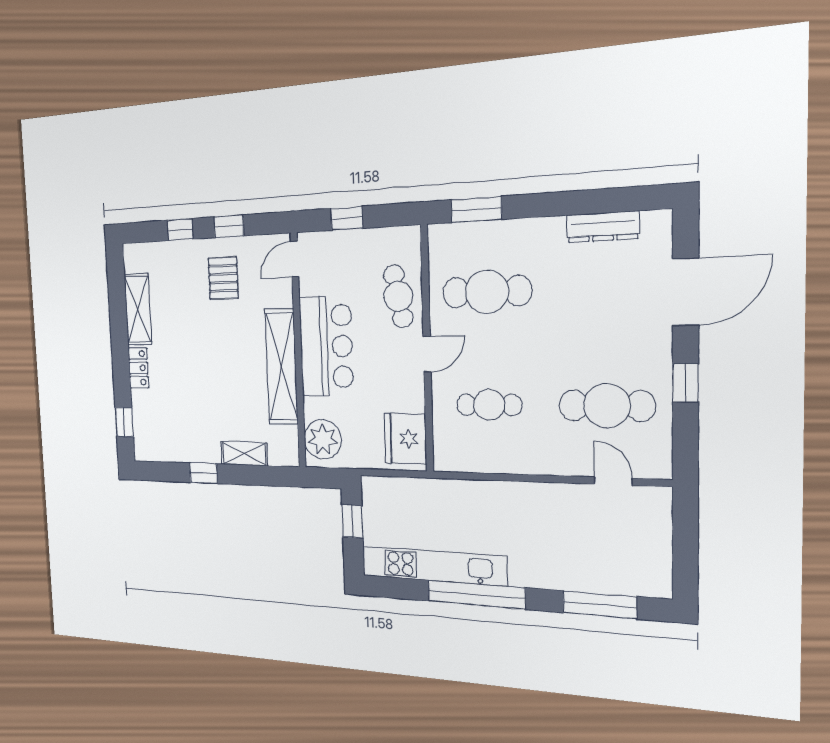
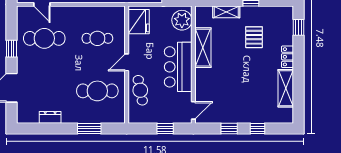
window: (476, 209) -> (89, 129), moved
dresser: (603, 227) -> (50, 117), width x0.70
pallet: (223, 278) -> (254, 37), moved
shelving: (282, 367) -> (203, 48), width x0.68

